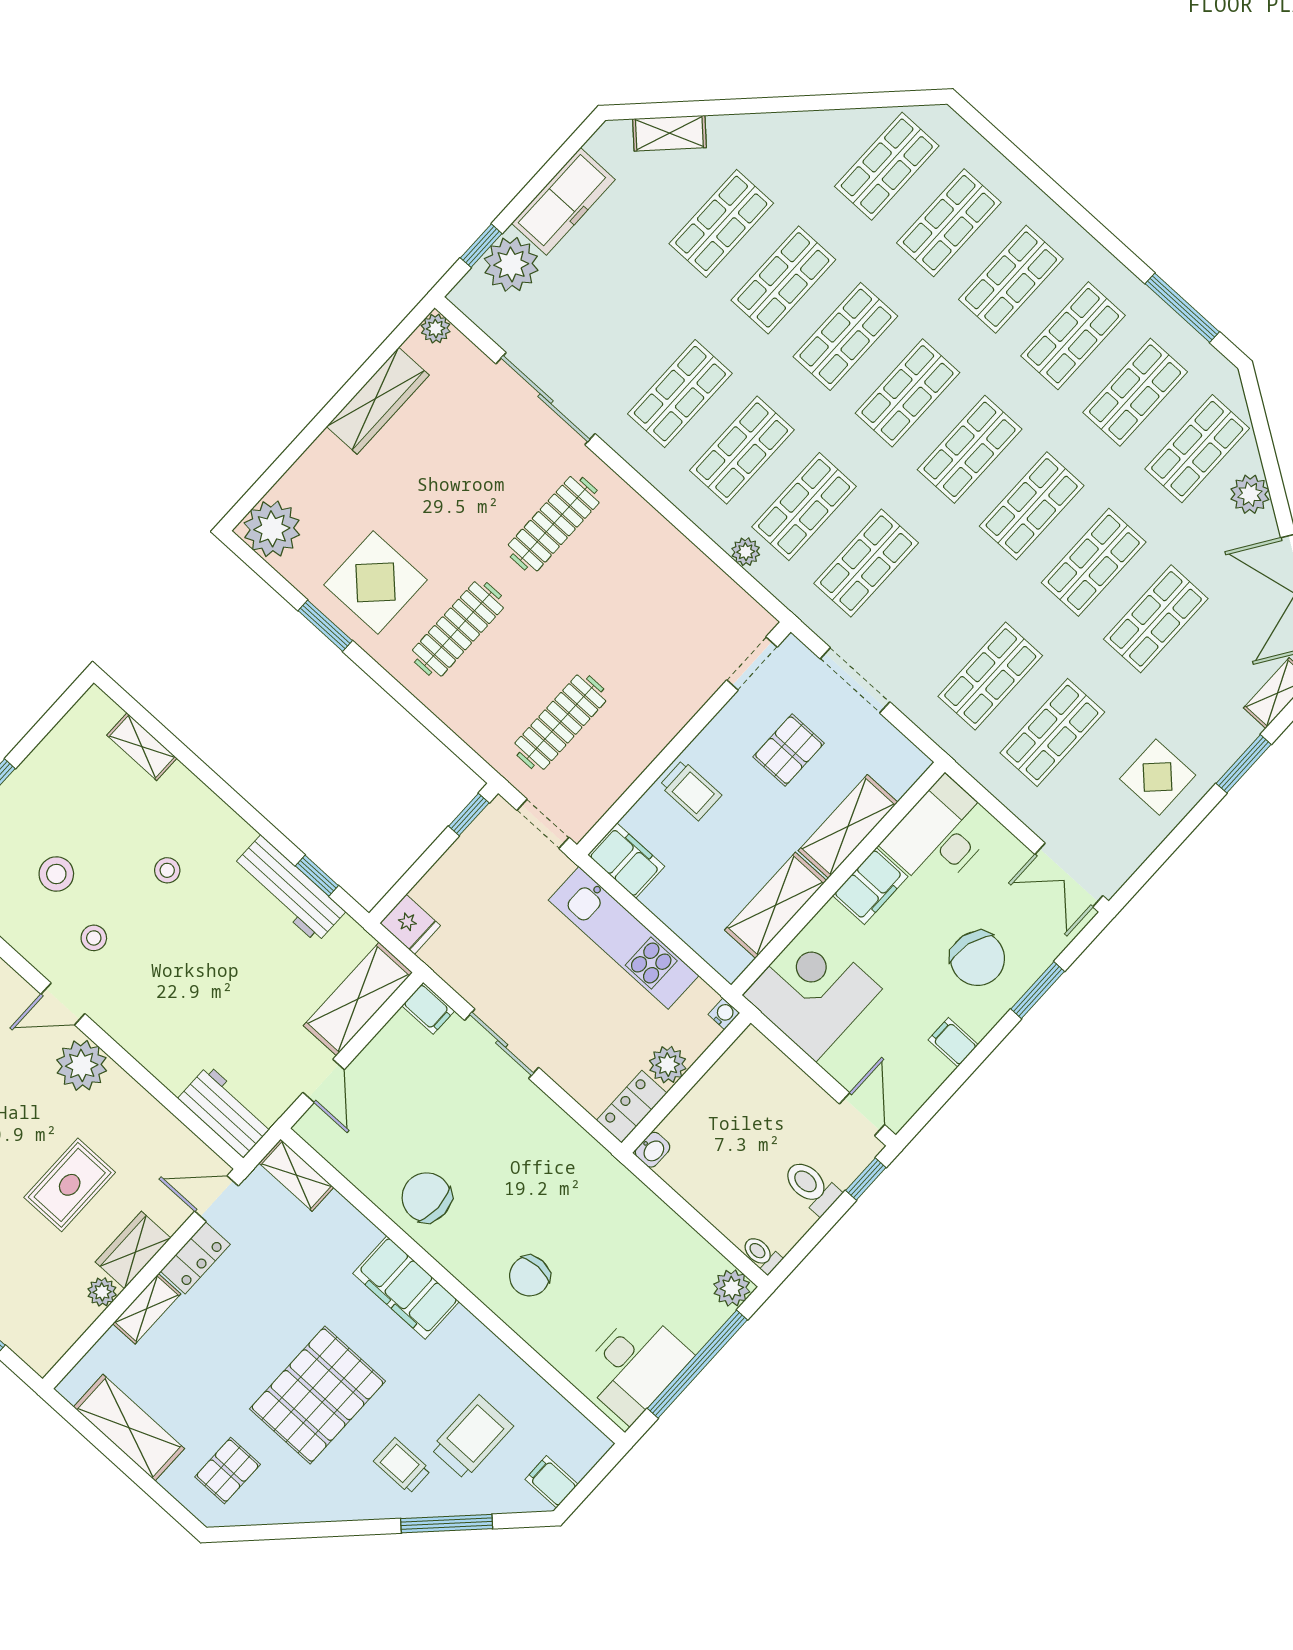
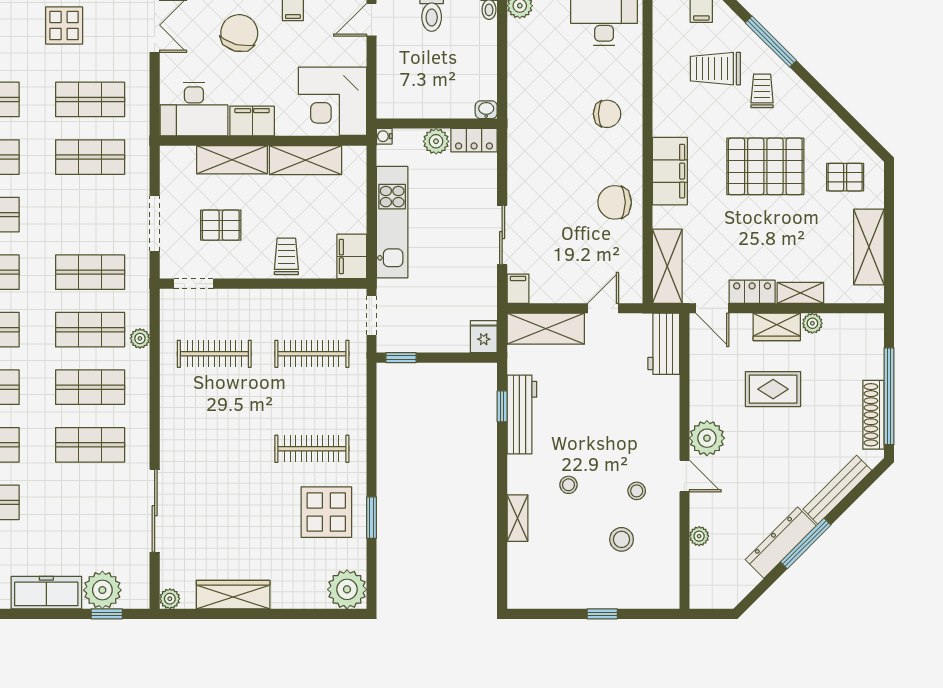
clothes rail: (554, 524) -> (214, 354), moved
shelving: (142, 747) -> (517, 518), moved
shelving: (296, 1175) -> (667, 266), width x1.50, depth x1.33
chair: (427, 1197) -> (615, 202), turned 90
trolley: (402, 1466) -> (762, 91), turned 180

